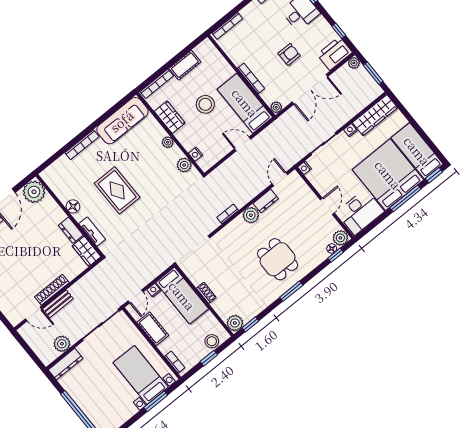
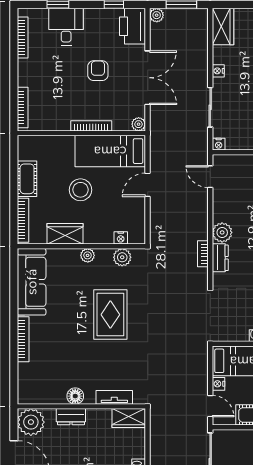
wardrobe: (375, 115) -> (223, 27), width x0.67
rug: (117, 190) -> (110, 315), moved, turned 90
dresser: (266, 201) -> (220, 258), moved
dresser: (71, 230) -> (71, 417), moved

